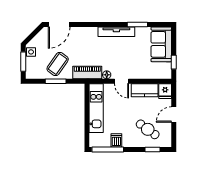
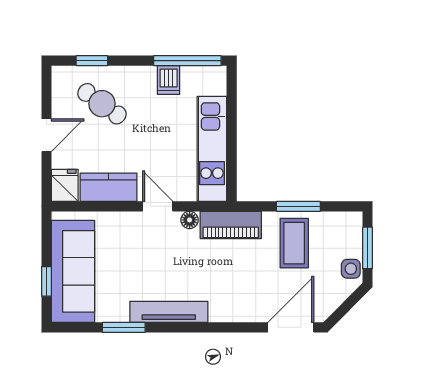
sofa: (161, 44) -> (73, 271), width x1.36
window: (174, 62) -> (46, 281), moved
coffee table: (58, 64) -> (294, 243), turned -35

